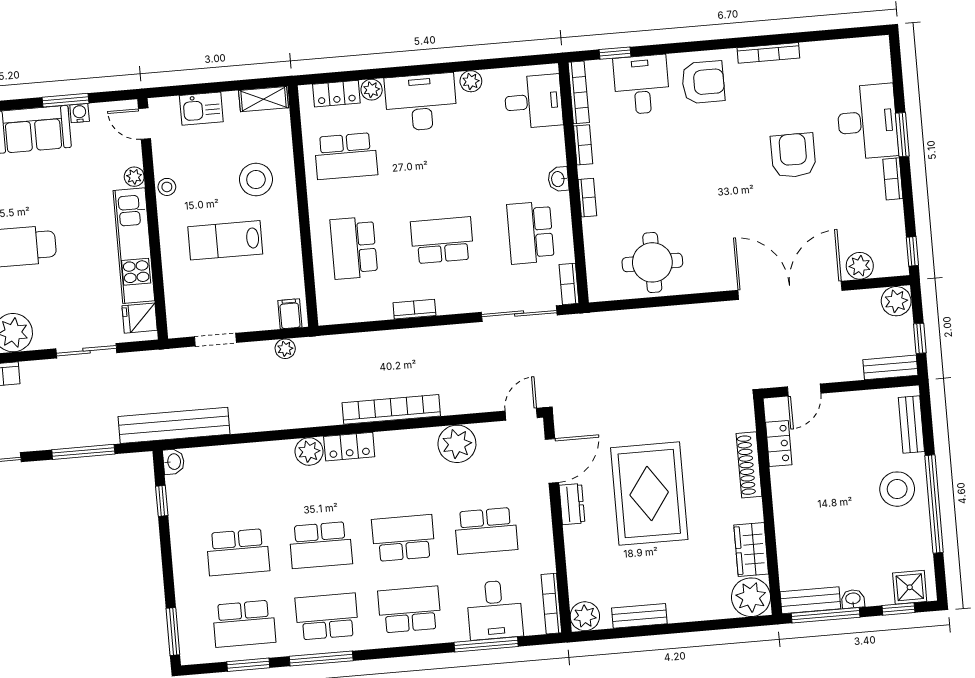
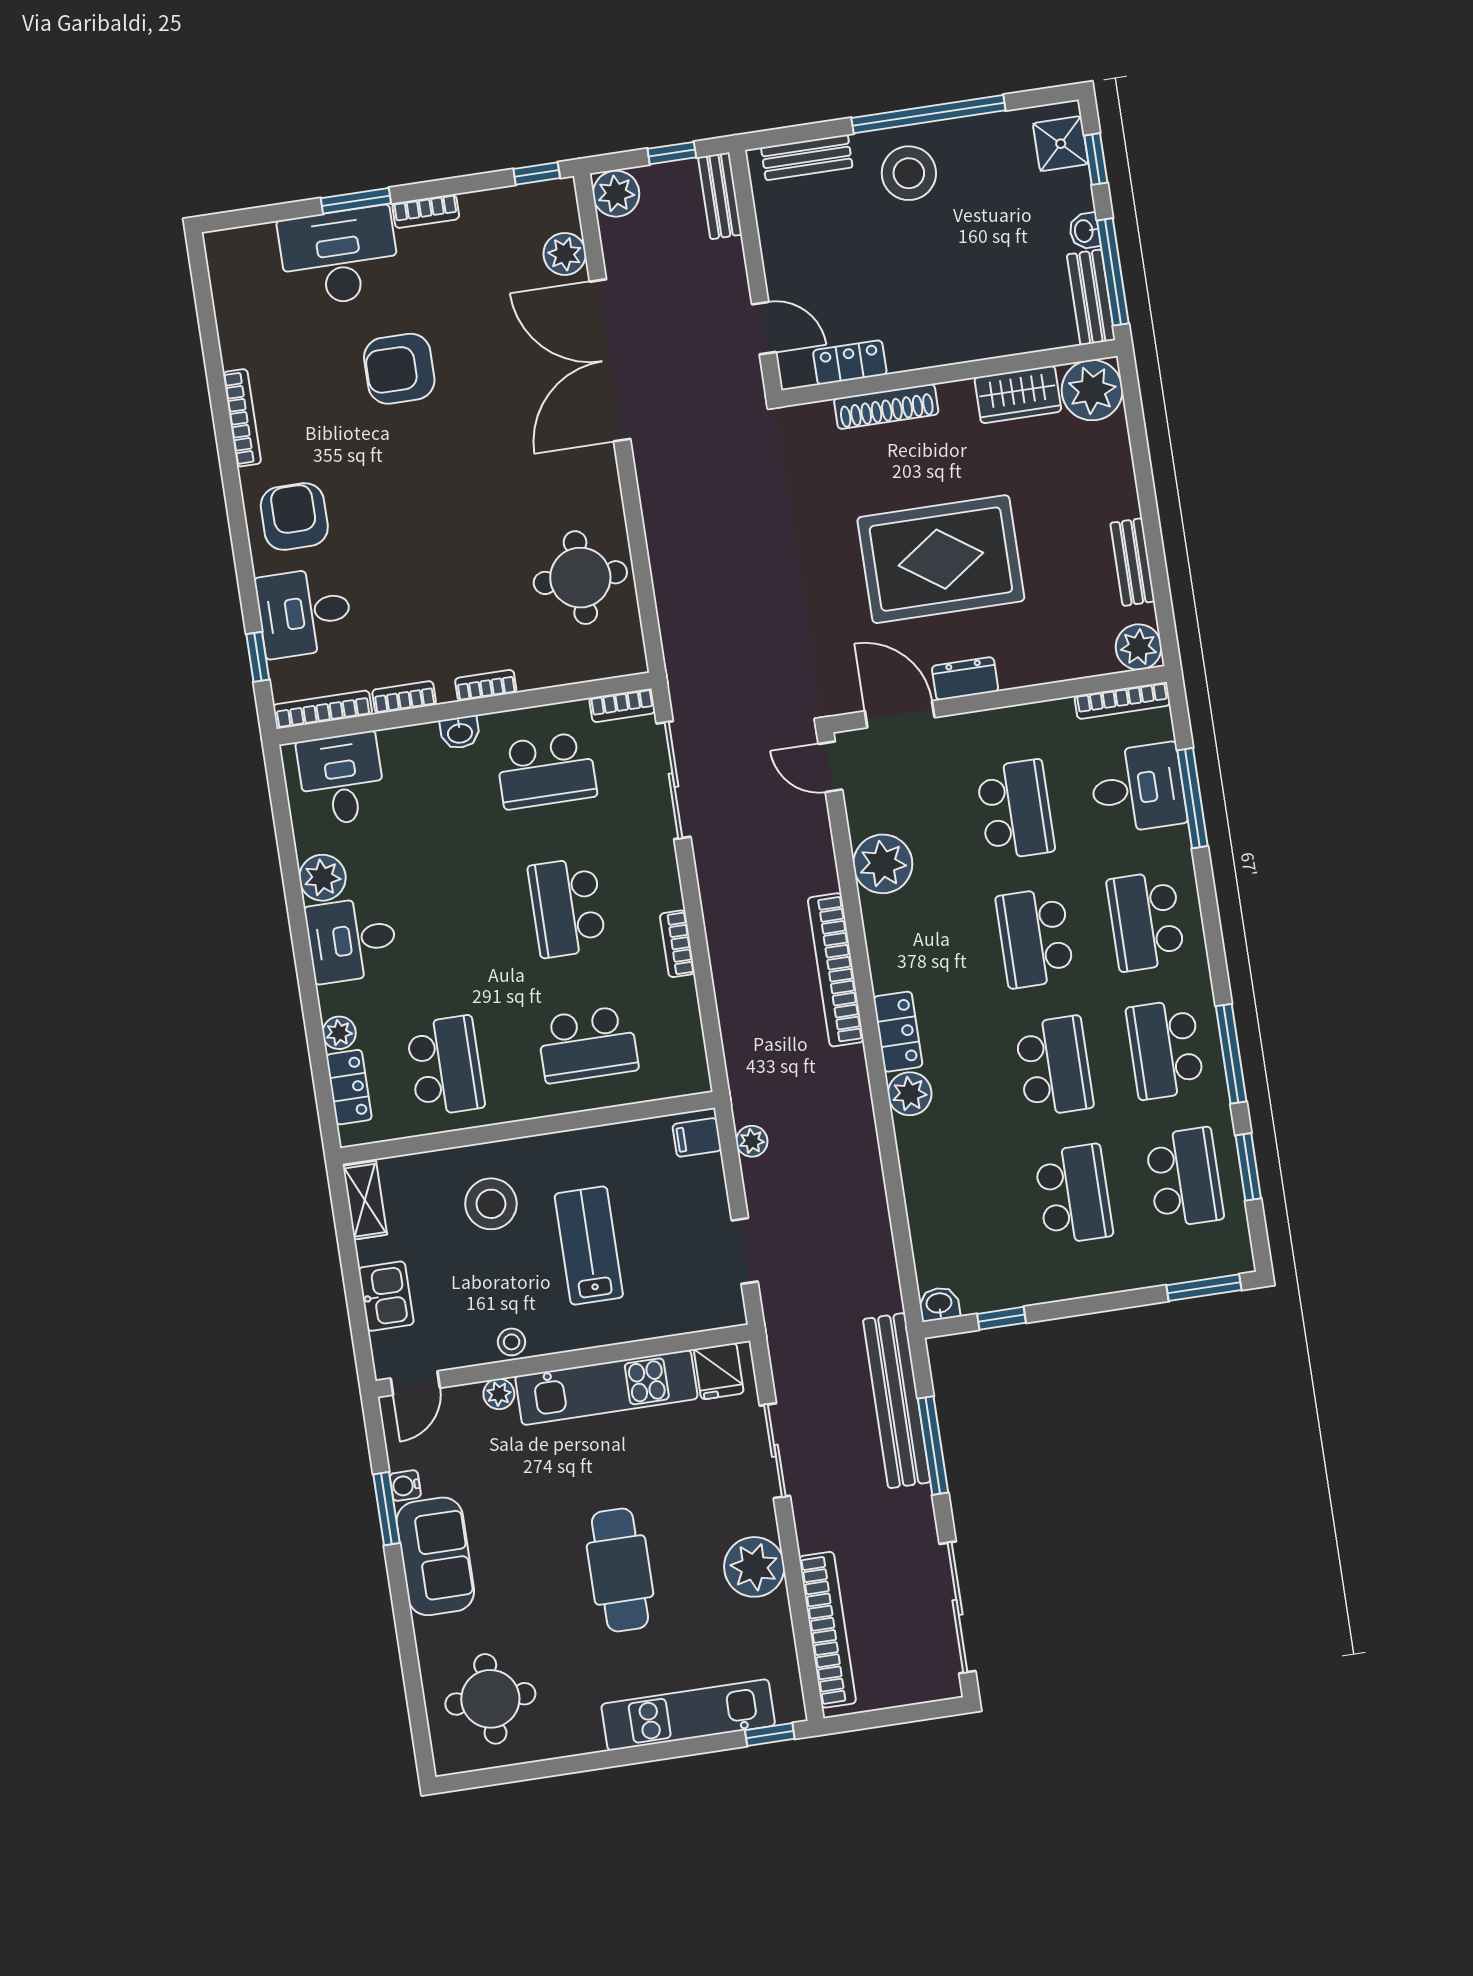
plant: (471, 81) -> (322, 878), width x1.38, depth x1.38
desk: (421, 102) -> (352, 940), width x0.73
lab bench: (225, 240) -> (589, 1246), turned 180
bench: (174, 425) -> (897, 1401), moved

